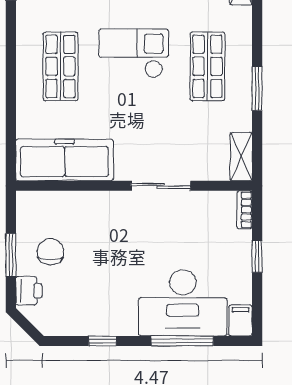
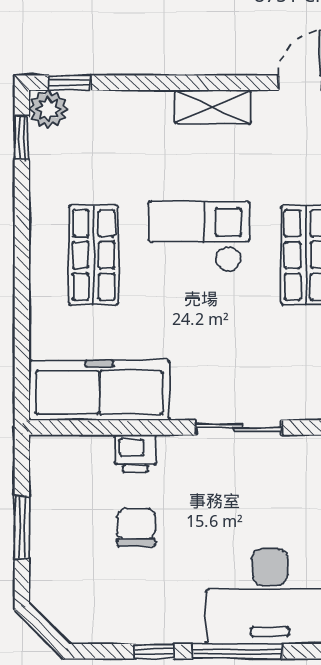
chair: (50, 252) -> (136, 527), moved
printer: (29, 291) -> (135, 453), moved, turned 90
window: (182, 341) -> (238, 651), moved

